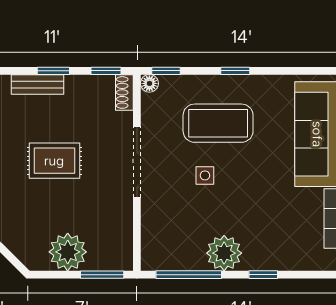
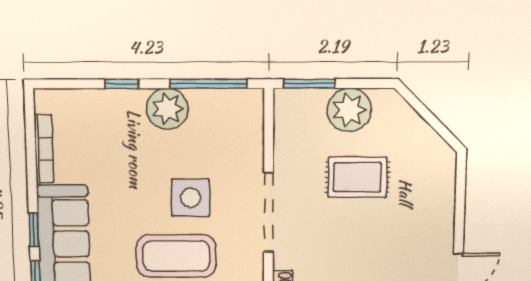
rug: (54, 161) -> (357, 177), moved
side table: (205, 175) -> (191, 198), width x1.87, depth x1.87

